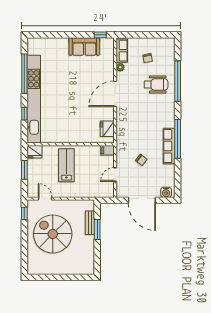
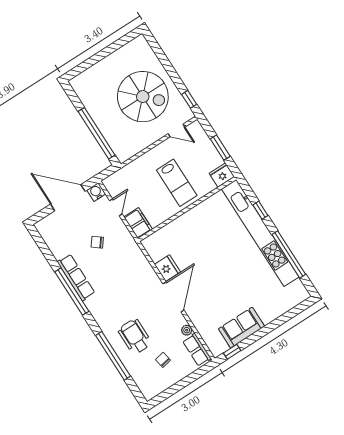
wheelchair: (156, 84) -> (135, 336), turned 90
fridge: (107, 129) -> (167, 268), moved
filing cabinet: (107, 150) -> (138, 223), width x2.00
water cooler: (166, 192) -> (96, 192), moved
bench: (90, 223) -> (109, 136), removed
window: (97, 229) -> (97, 133), width x2.11

